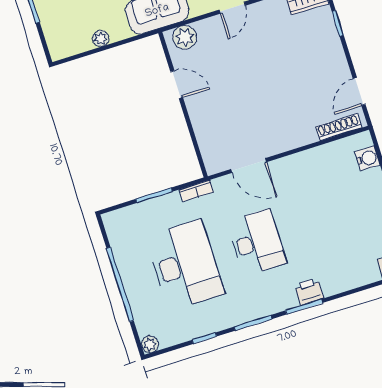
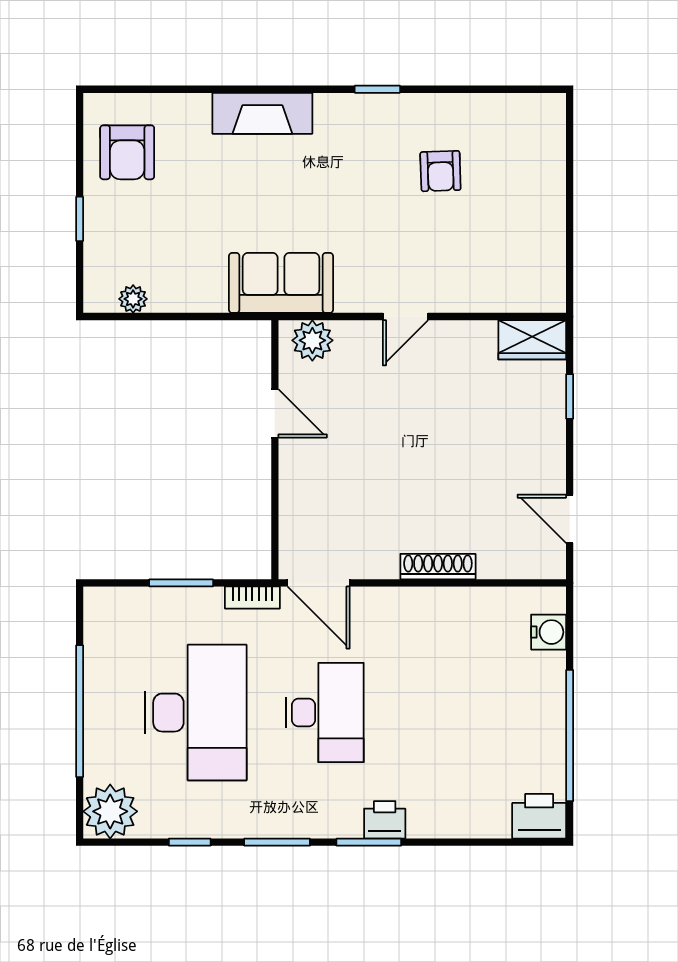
plant: (101, 38) -> (133, 299), moved
door: (359, 91) -> (570, 519), hinge flipped
shoe rack: (339, 127) -> (438, 567), moved
door: (249, 166) -> (319, 583), moved
plant: (150, 344) -> (110, 811), width x1.88, depth x1.88

